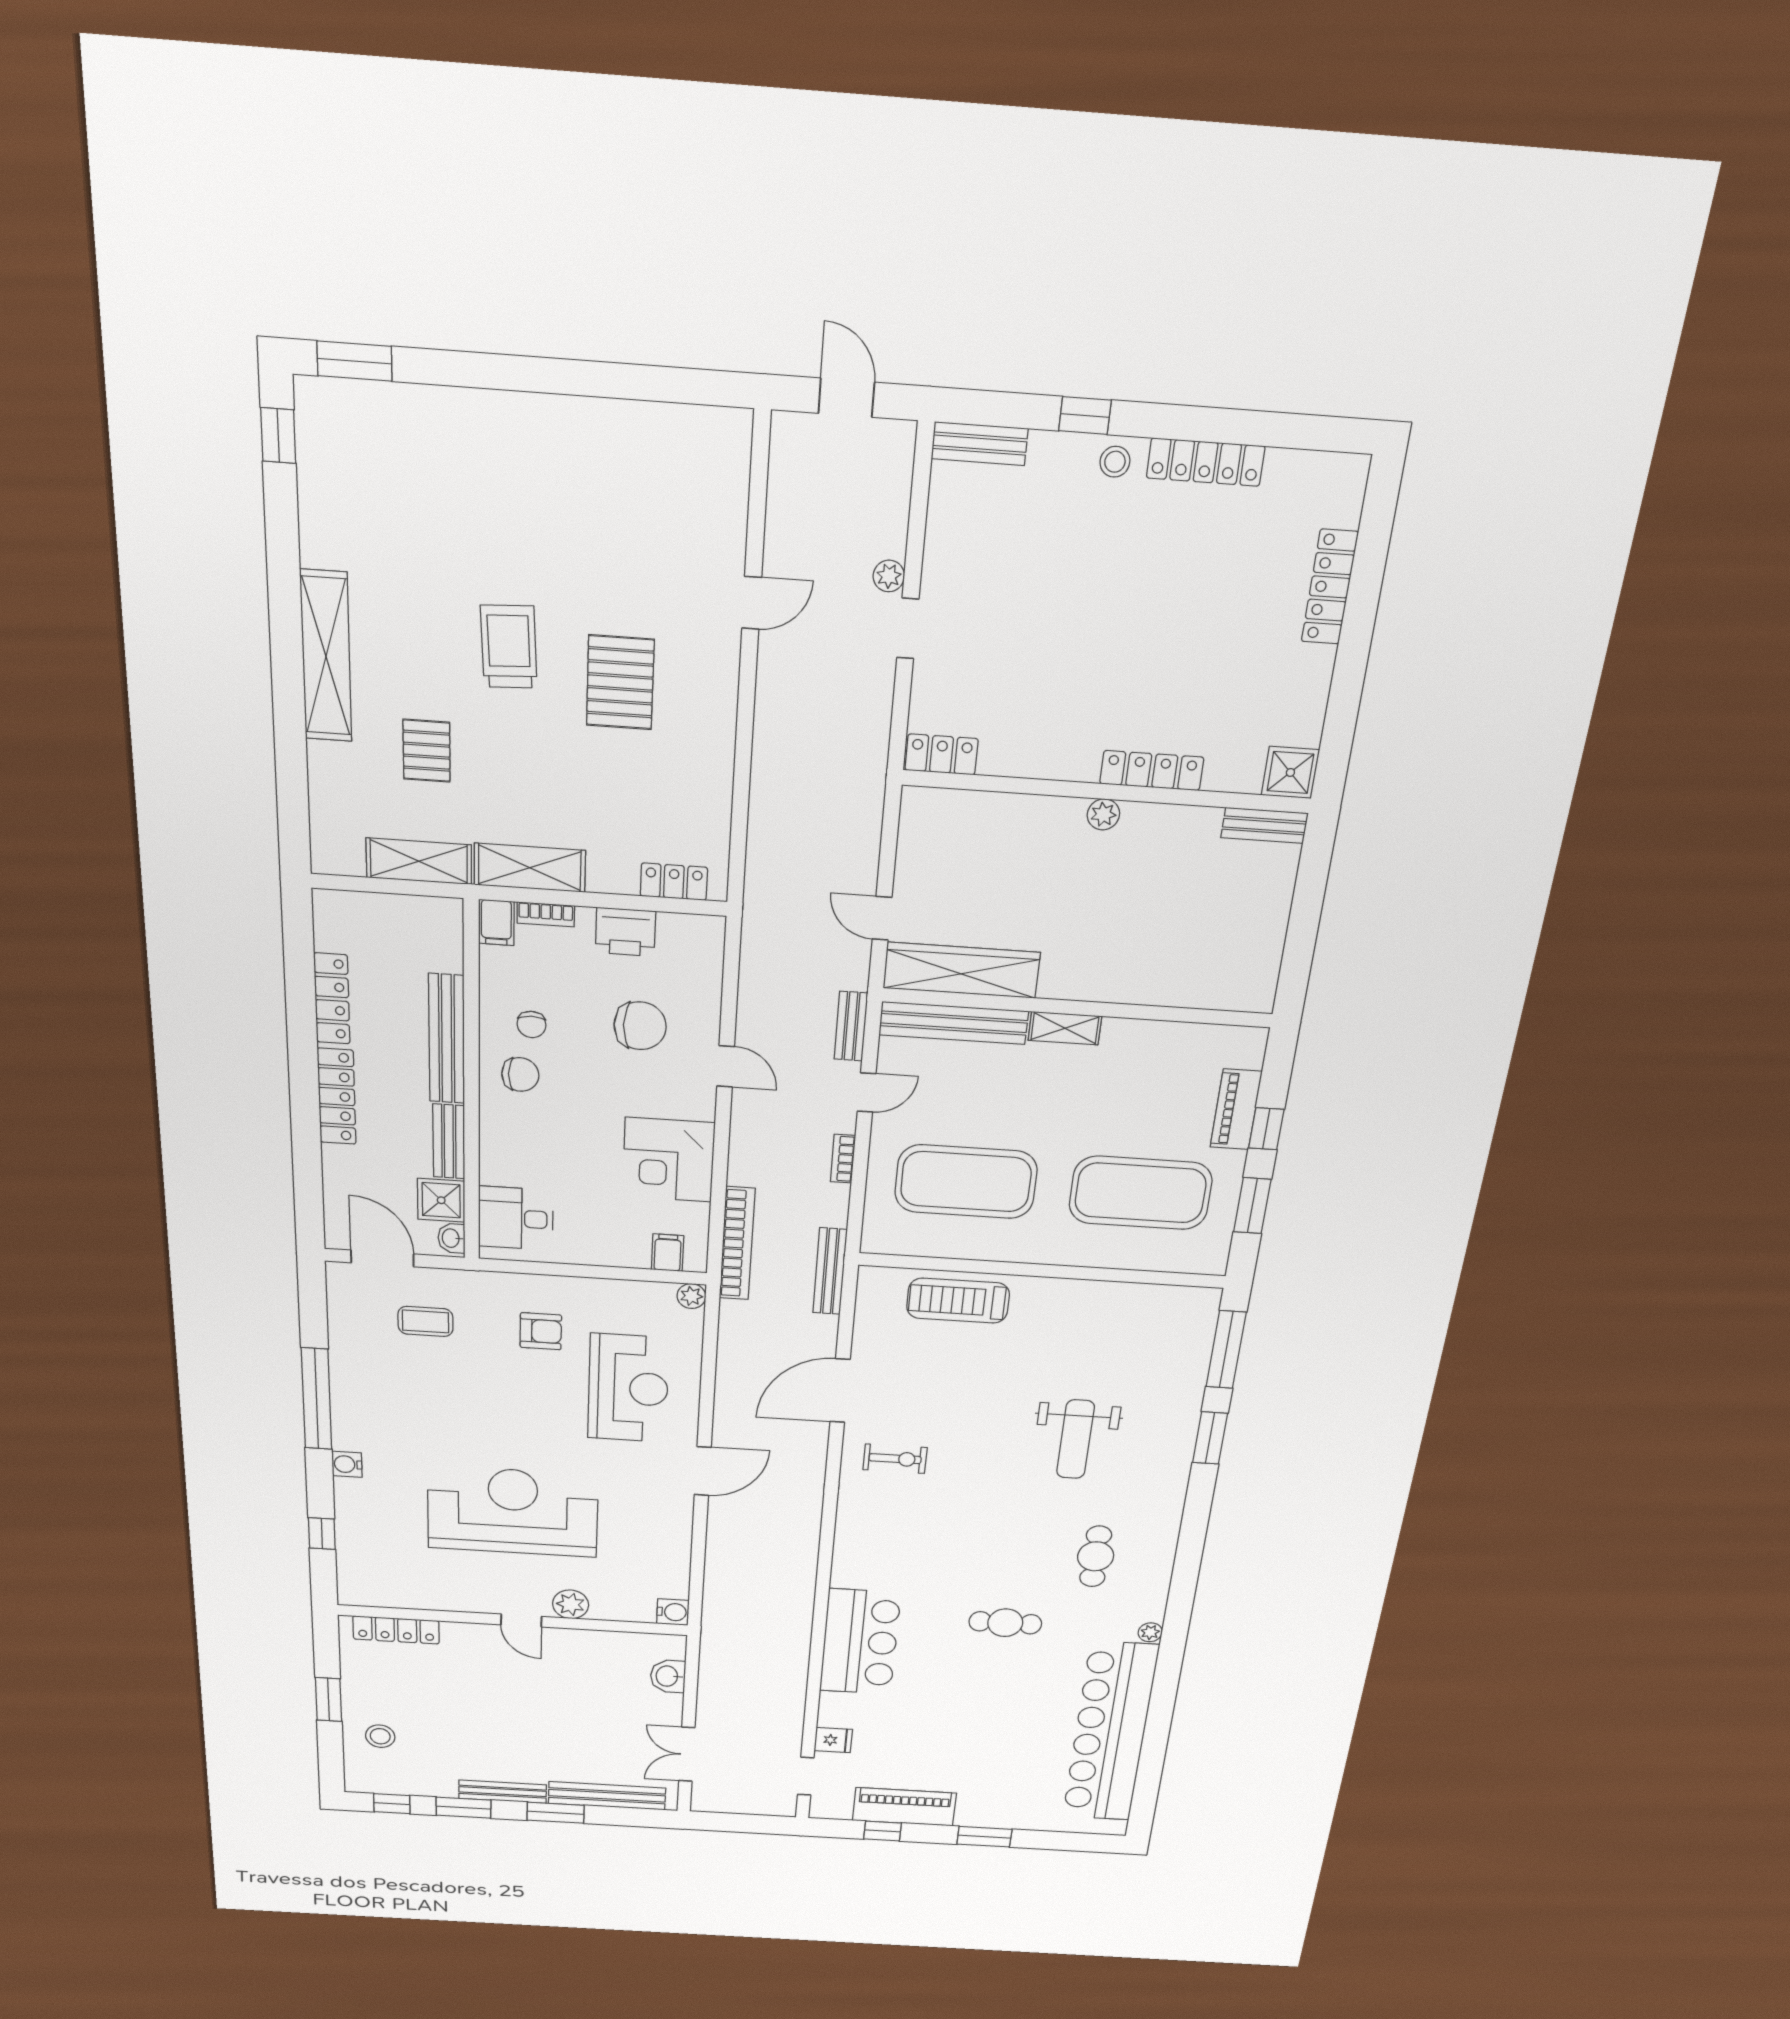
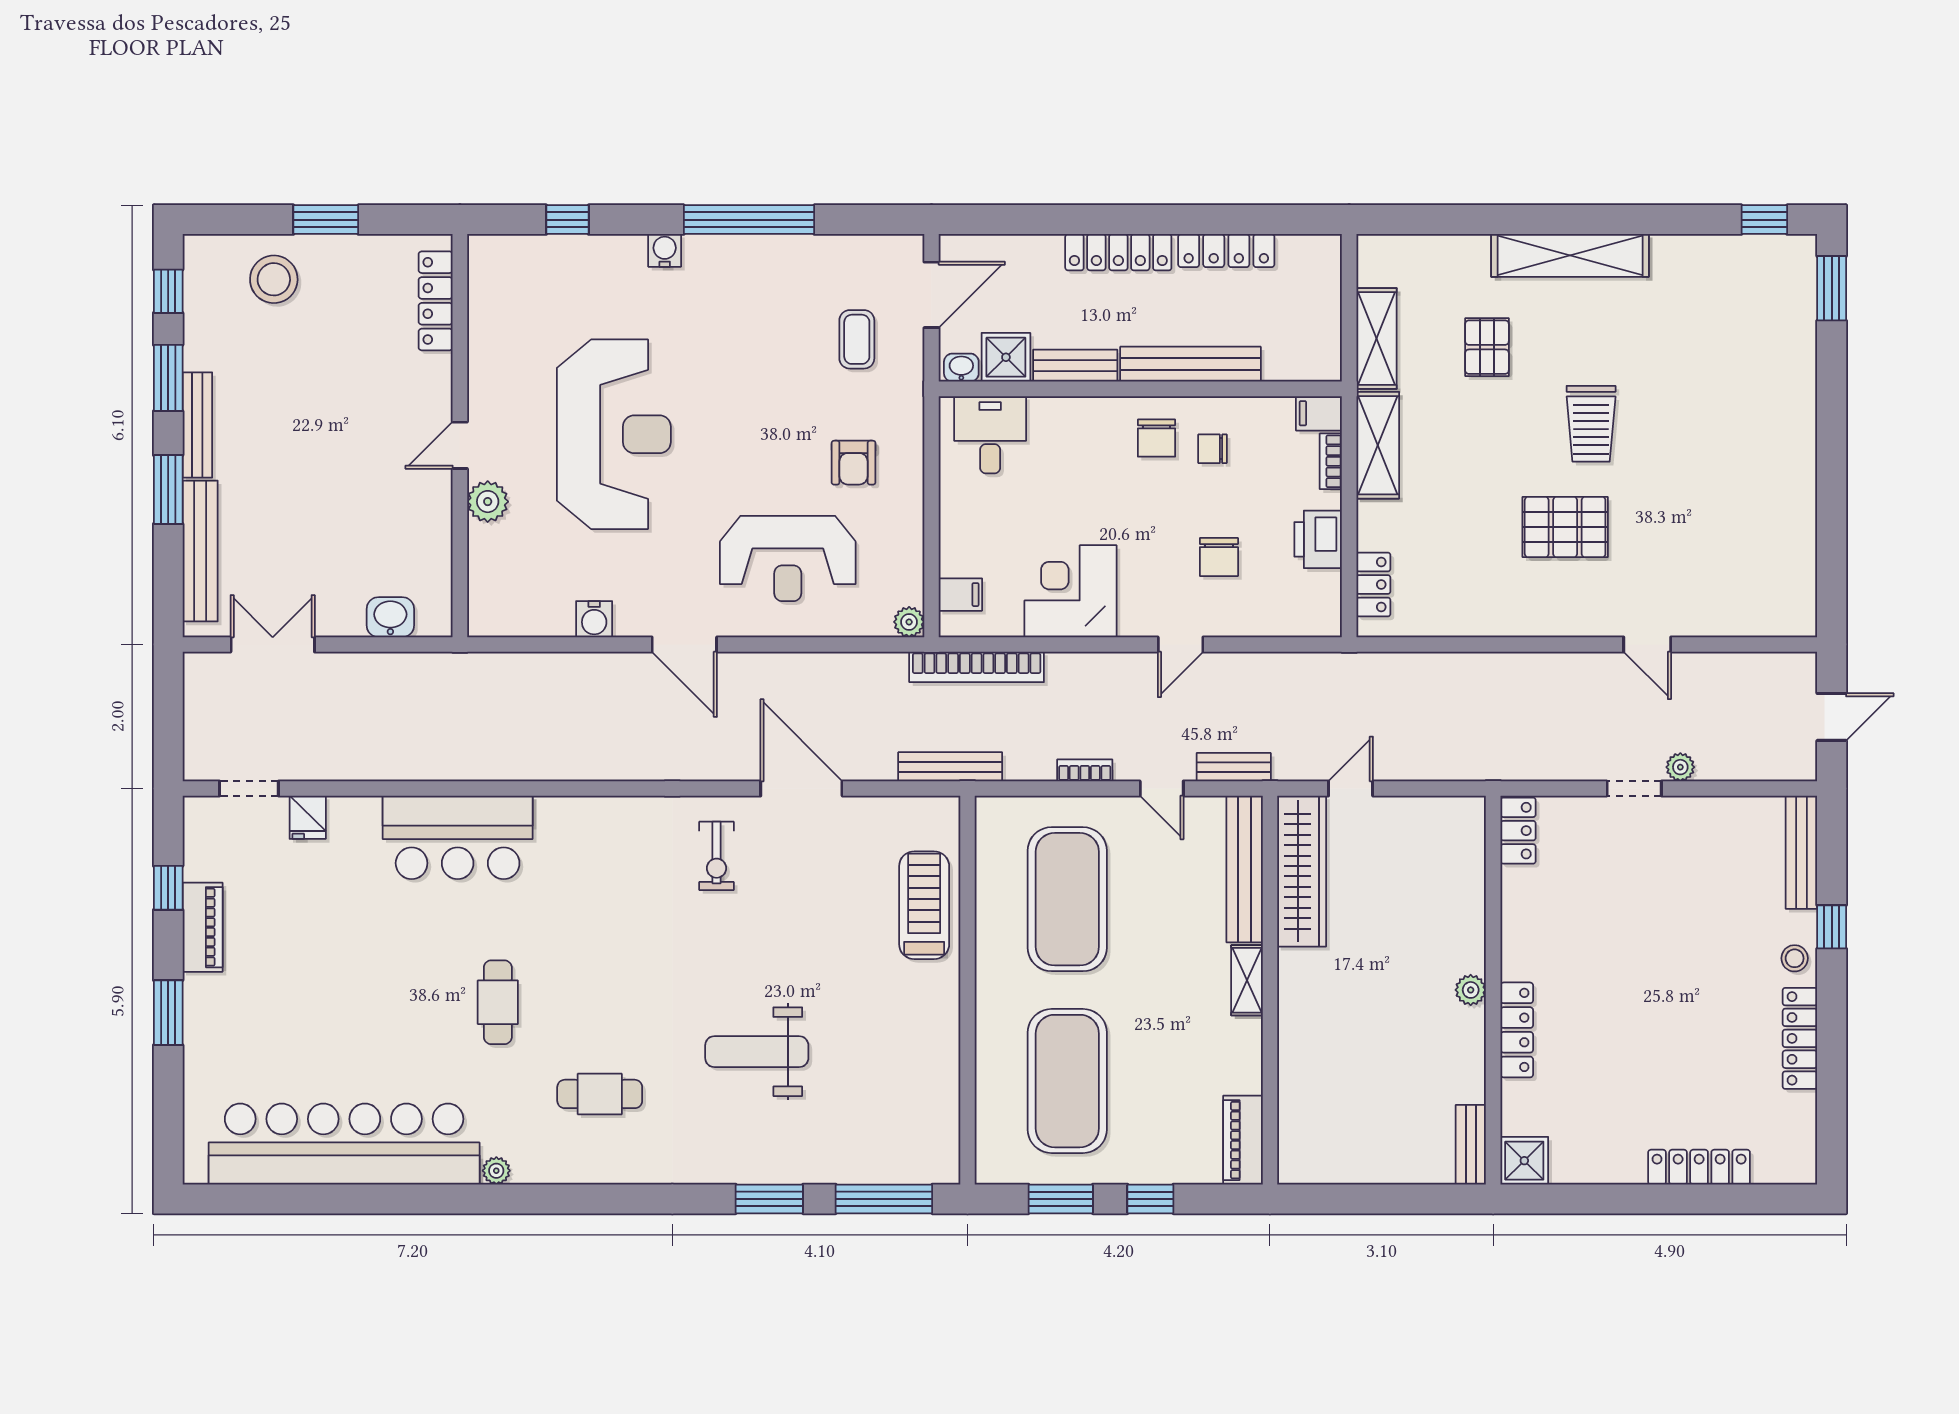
bench: (980, 444) -> (1801, 852), width x1.36
trolley: (509, 647) -> (1591, 424), turned 93
pallet: (427, 751) -> (1487, 347), turned 90
chair: (640, 1026) -> (1219, 557), width x0.73, depth x0.73
piano: (1236, 1109) -> (1243, 1140), moved, turned -90
water cooler: (673, 1612) -> (594, 619), moved
stool: (380, 1736) -> (274, 279), width x1.38, depth x1.38
piano: (904, 1807) -> (203, 927), width x0.73, depth x0.75

